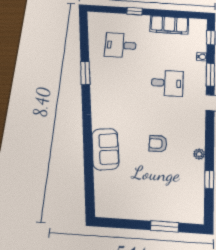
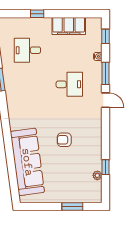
sofa: (105, 149) -> (27, 162), width x1.85, depth x1.27
plant: (199, 154) -> (97, 175), moved

